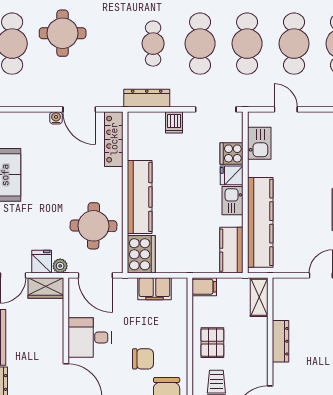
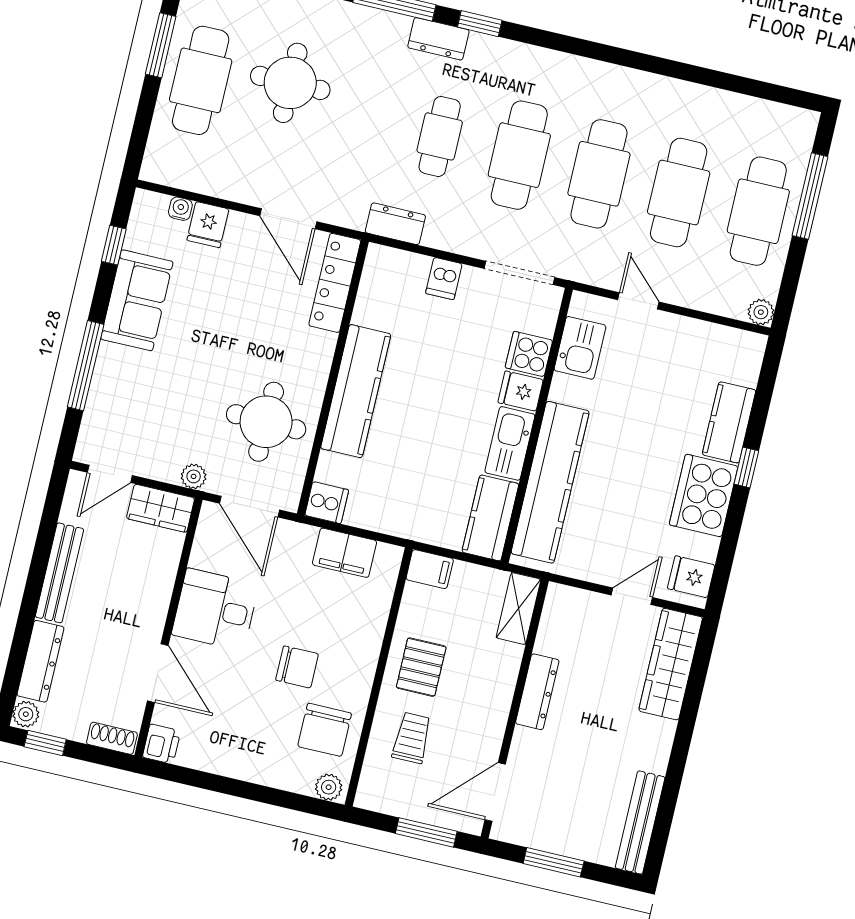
dresser: (147, 98) -> (395, 224), width x0.70
water cooler: (56, 118) -> (180, 209), moved
kitchen sink: (233, 201) -> (510, 443), width x1.38
cooker: (141, 254) -> (327, 503), width x0.53, depth x0.76
fridge: (42, 262) -> (208, 225), moved, turned 180

